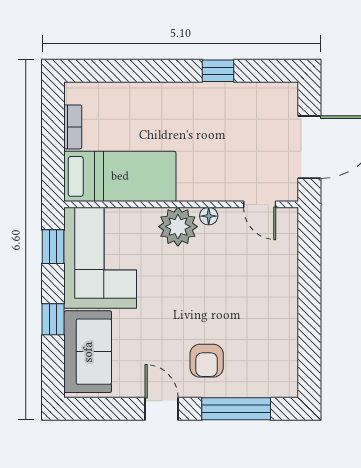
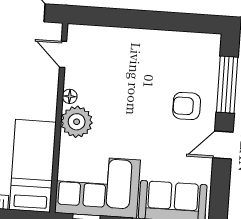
door: (260, 204) -> (63, 54), swing flipped
armchair: (207, 361) -> (187, 106), turned 180

